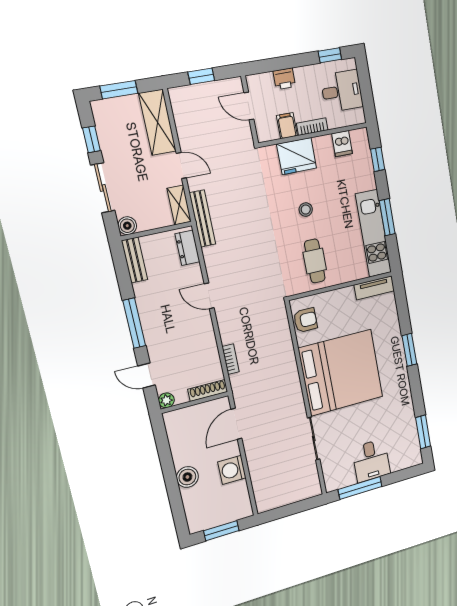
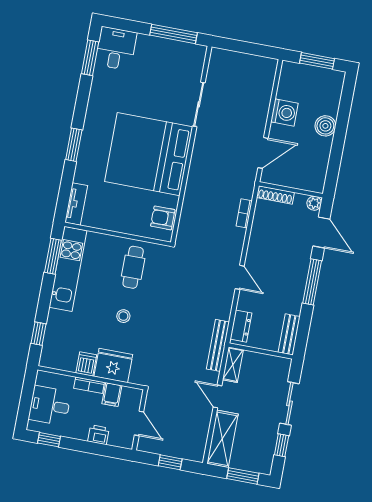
dishwasher: (342, 144) -> (86, 364), moved
window: (387, 217) -> (53, 256), moved
boiler: (127, 226) -> (283, 365), removed
tv unit: (374, 288) -> (76, 204), moved, turned 90
door: (147, 376) -> (321, 233), width x1.38
desk: (371, 461) -> (116, 49), moved

